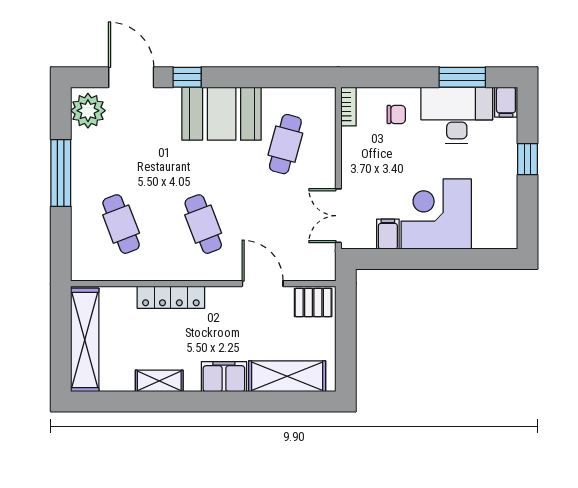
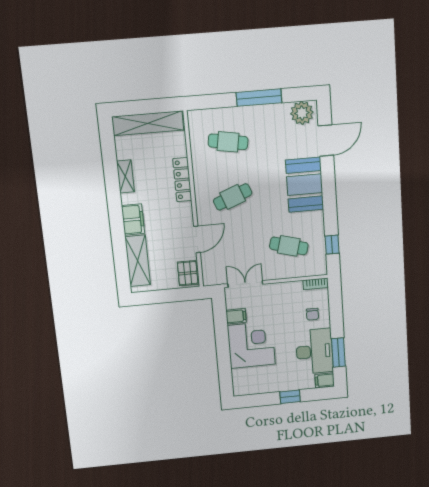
window: (187, 77) -> (332, 245), moved
booth: (222, 114) -> (305, 185), moved
cafe table: (121, 224) -> (228, 142), turned 30

